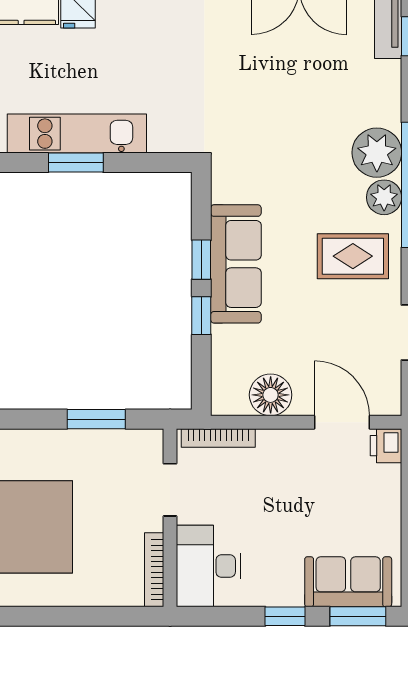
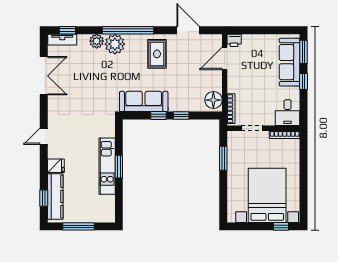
plant: (384, 197) -> (97, 41), moved
sofa: (236, 264) -> (144, 101), moved
floor lamp: (271, 395) -> (213, 100), moved
desk: (208, 566) -> (288, 113), width x0.73
sofa: (348, 582) -> (289, 62), width x1.36

